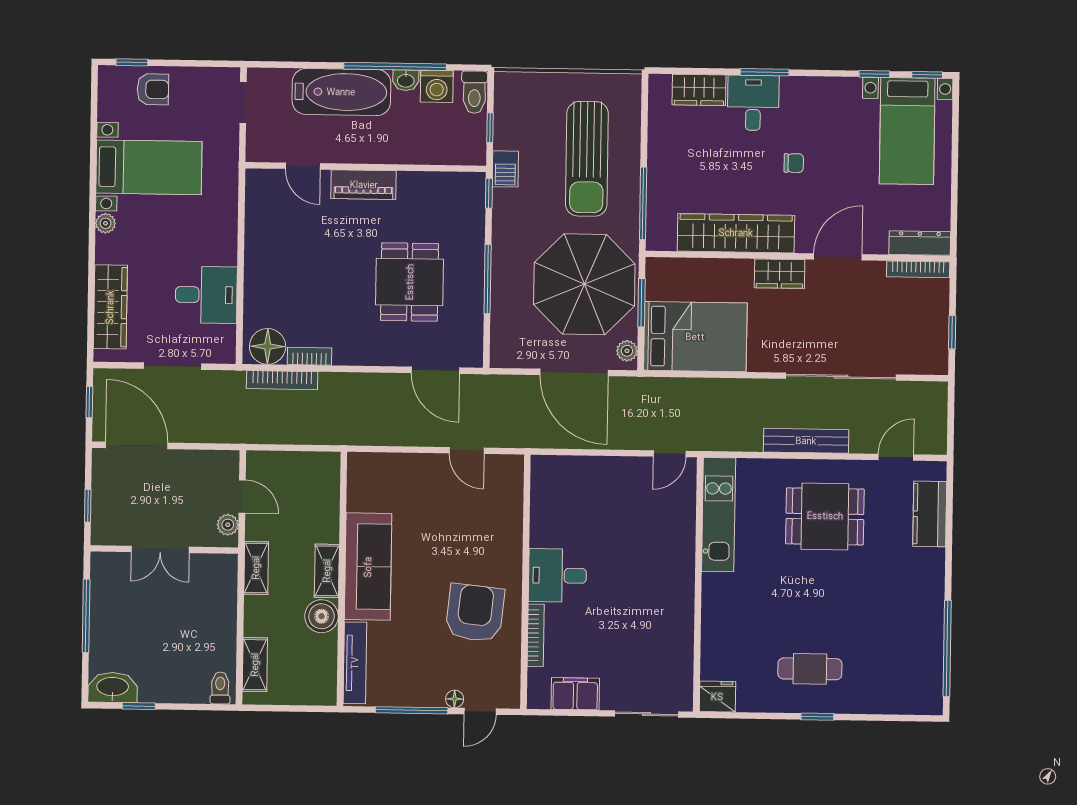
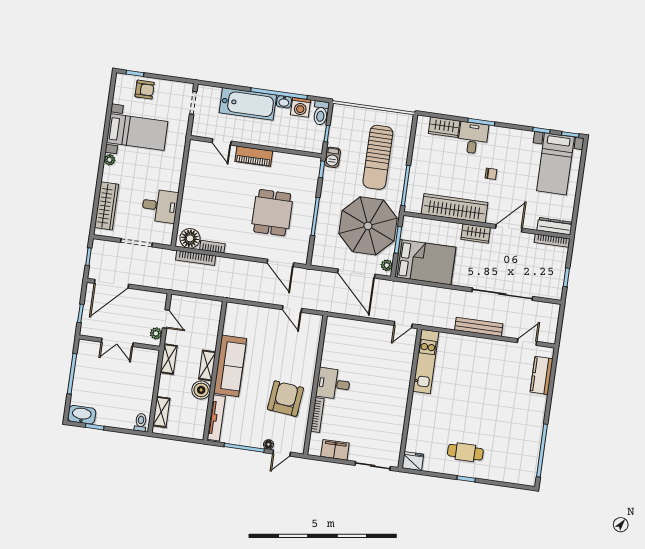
door: (137, 445) -> (111, 284), swing flipped
dining table: (825, 516) -> (484, 370), removed

